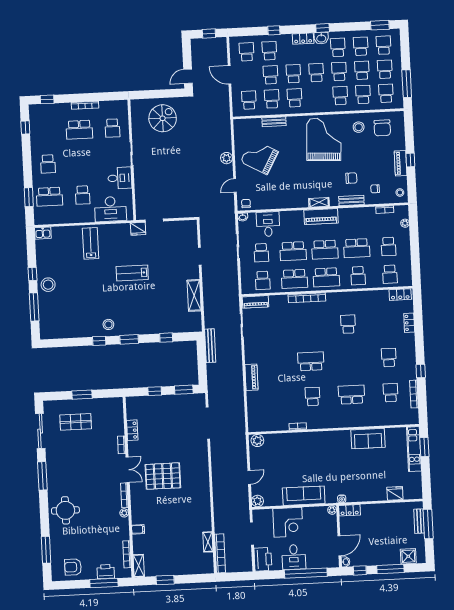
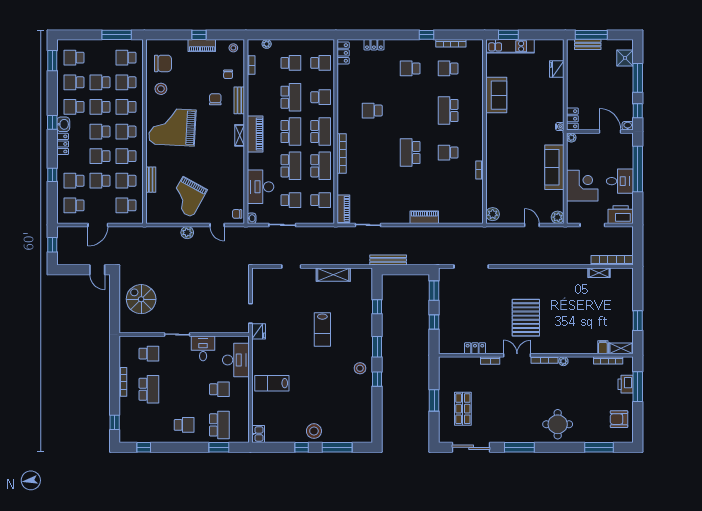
school desk: (385, 69) -> (126, 132), moved
desk: (268, 224) -> (260, 187), width x1.37
lab bench: (132, 273) -> (322, 329), moved
filing cabinet: (138, 529) -> (603, 347), moved
armchair: (73, 567) -> (619, 419), turned 90

